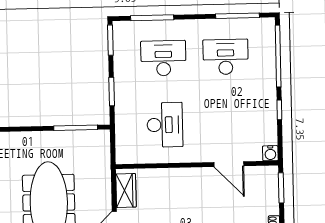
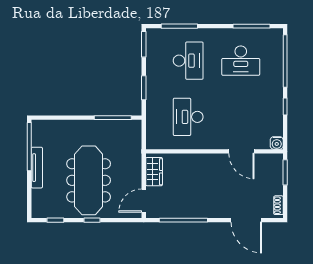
desk: (226, 57) -> (241, 61), turned 180
desk: (163, 58) -> (188, 61), turned 90
desk: (165, 125) -> (188, 117), turned 180

